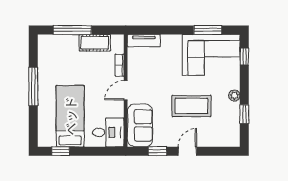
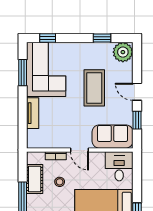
tv unit: (144, 41) -> (33, 113), moved
stool: (92, 69) -> (60, 182), added
plant: (234, 95) -> (123, 52), moved, width x1.88, depth x1.88

